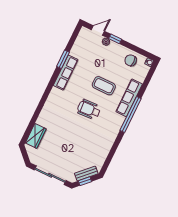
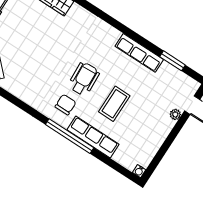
window: (115, 39) -> (178, 128), removed
window: (63, 59) -> (172, 61), moved
chair: (131, 60) -> (66, 105), moved

